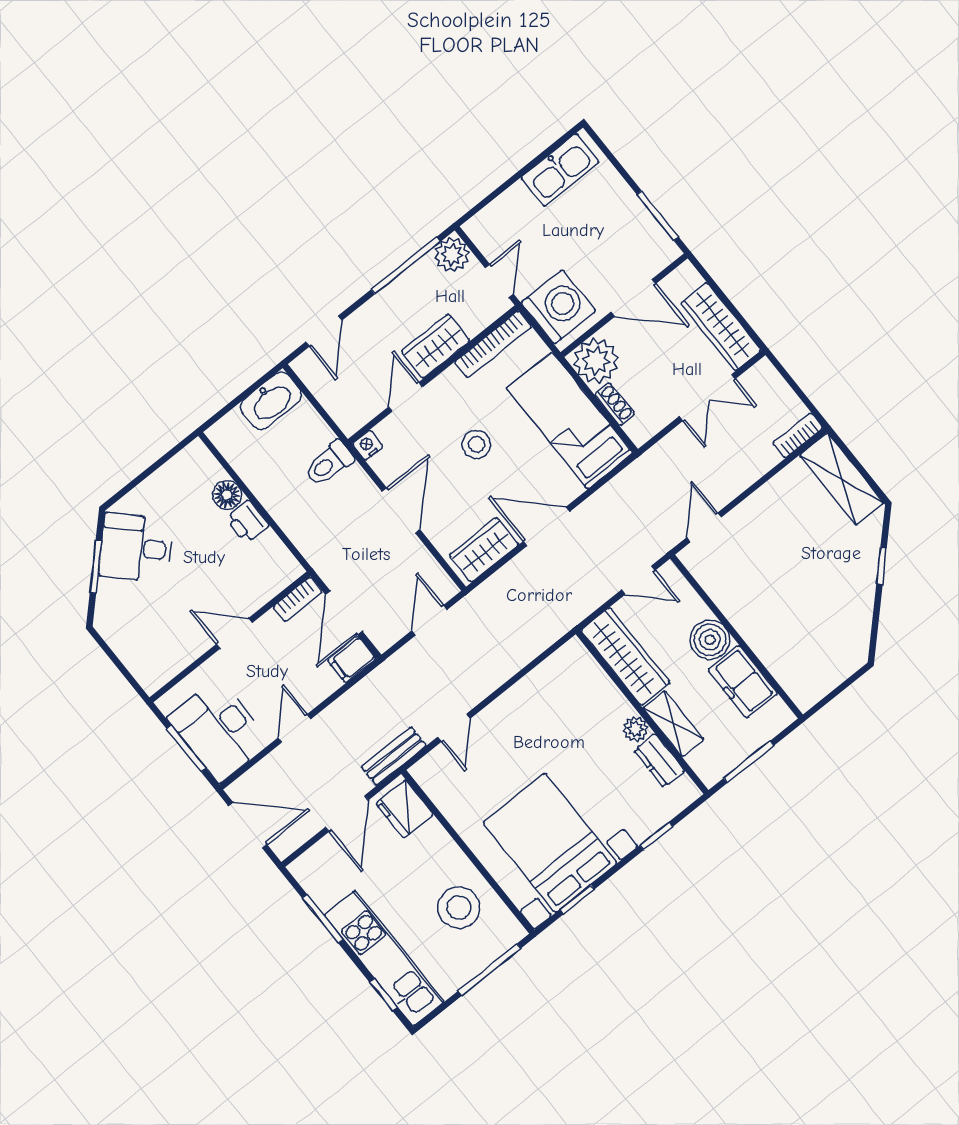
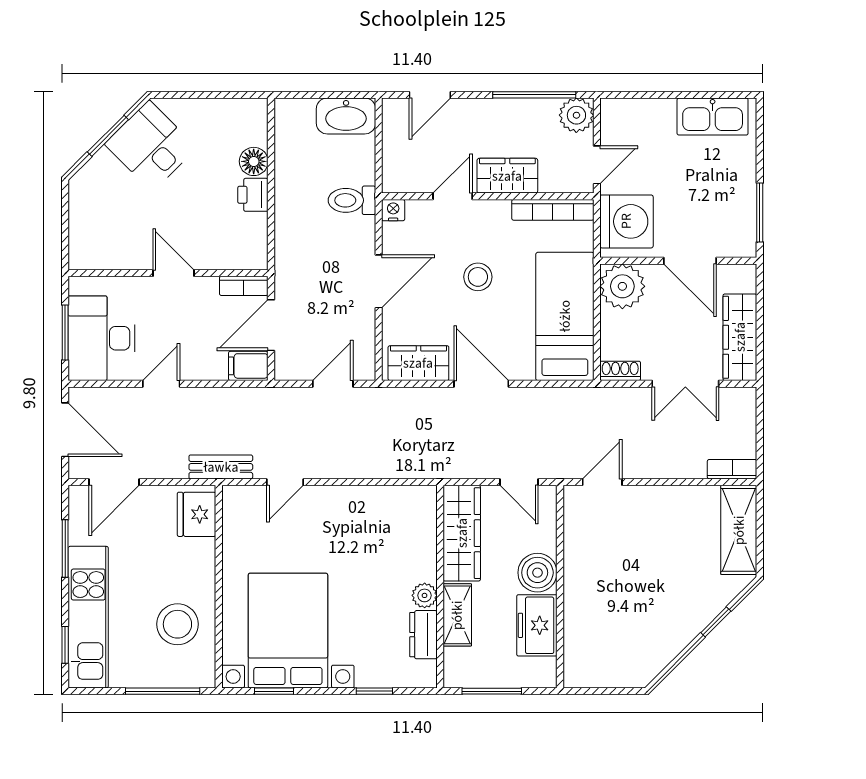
shoe rack: (615, 404) -> (620, 371), moved, turned -90
door: (347, 814) -> (114, 482), moved

